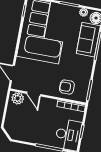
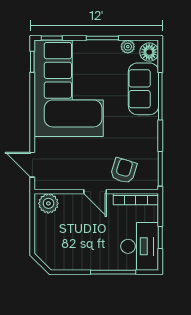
armchair: (67, 87) -> (124, 171), turned 107
door: (34, 94) -> (95, 192), moved

